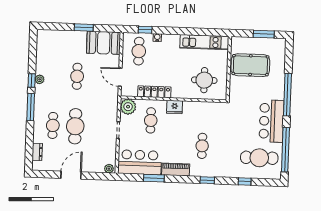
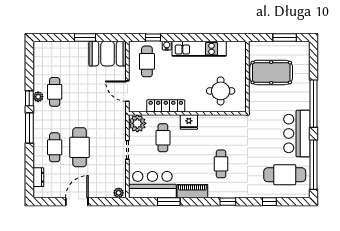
kitchen unit: (204, 42) -> (199, 49), moved
cafe table: (77, 76) -> (55, 92), moved

